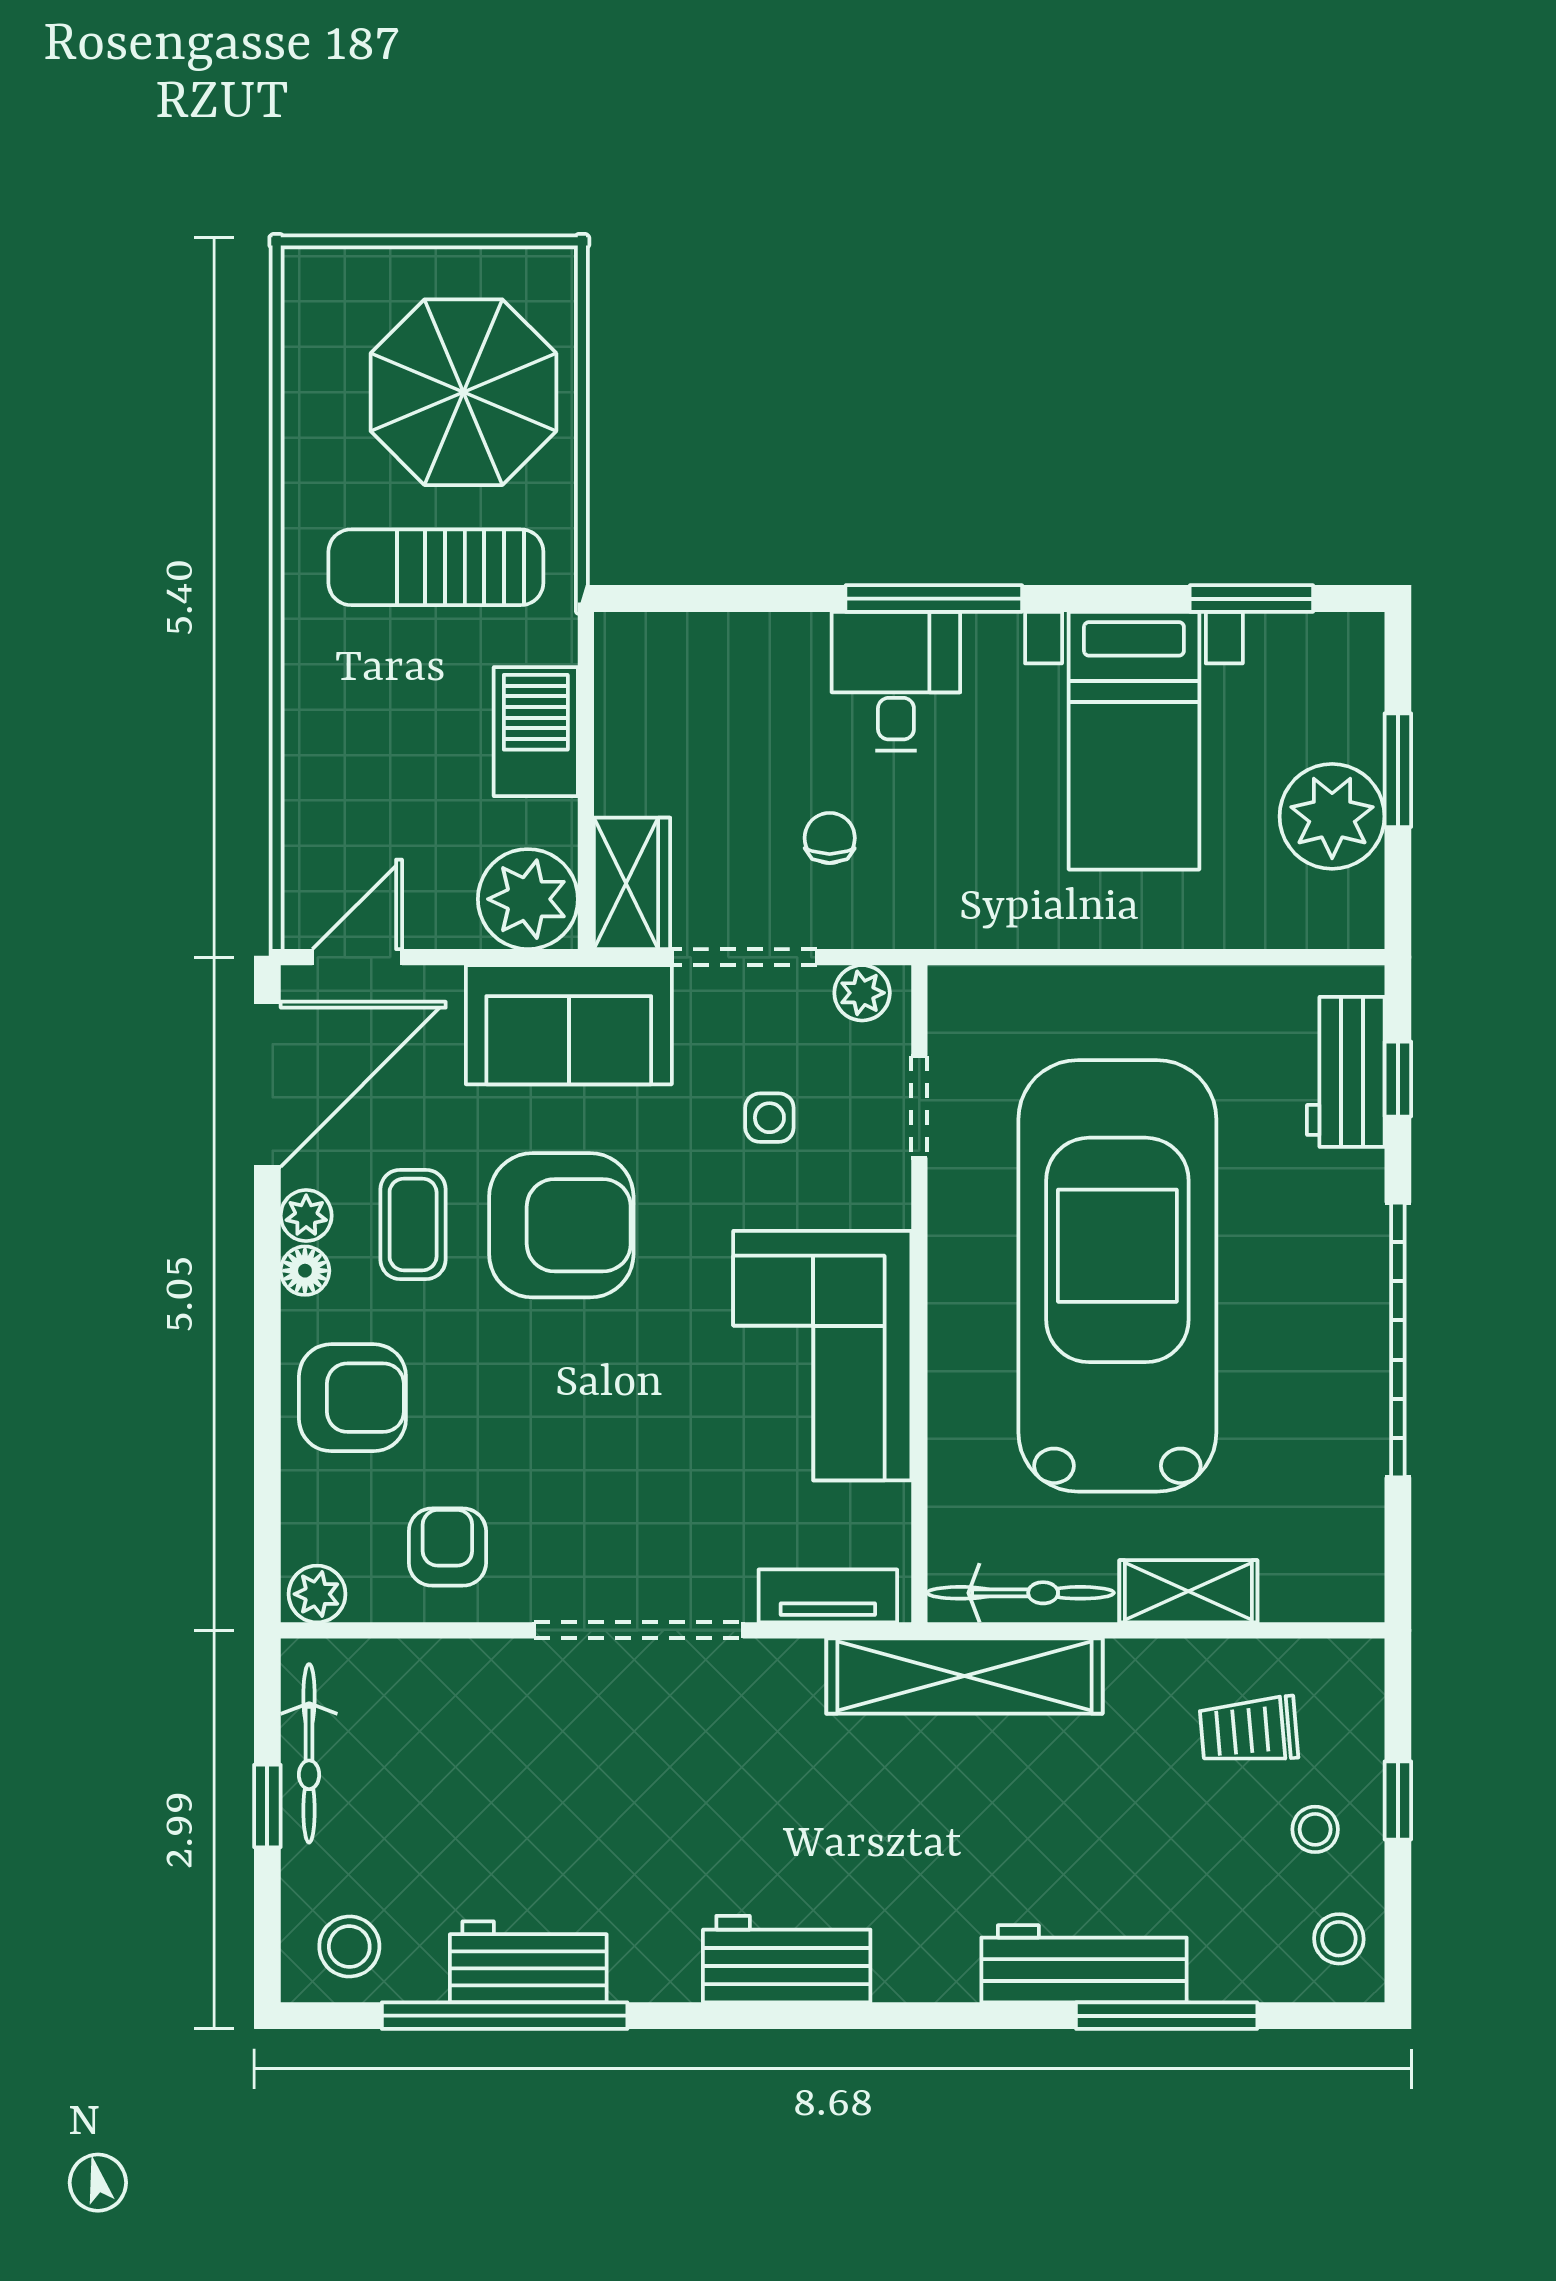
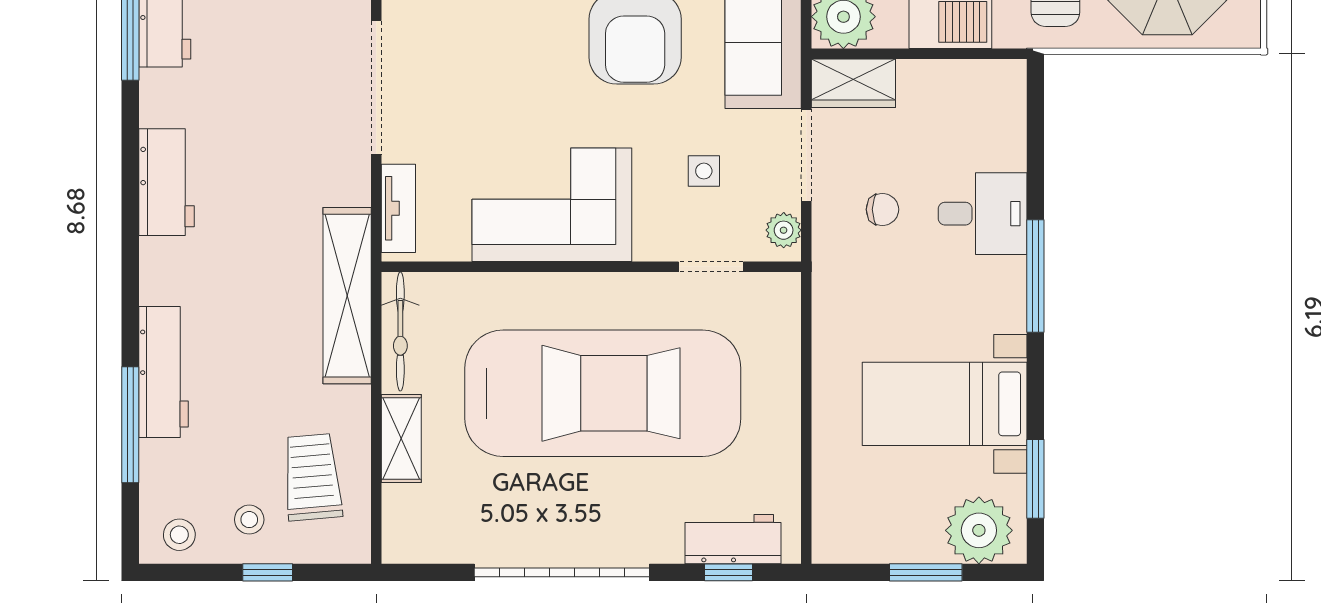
desk: (896, 681) -> (983, 214), moved
plant: (1332, 816) -> (979, 530), moved
trolley: (1249, 1731) -> (312, 477), width x1.36, depth x1.39

